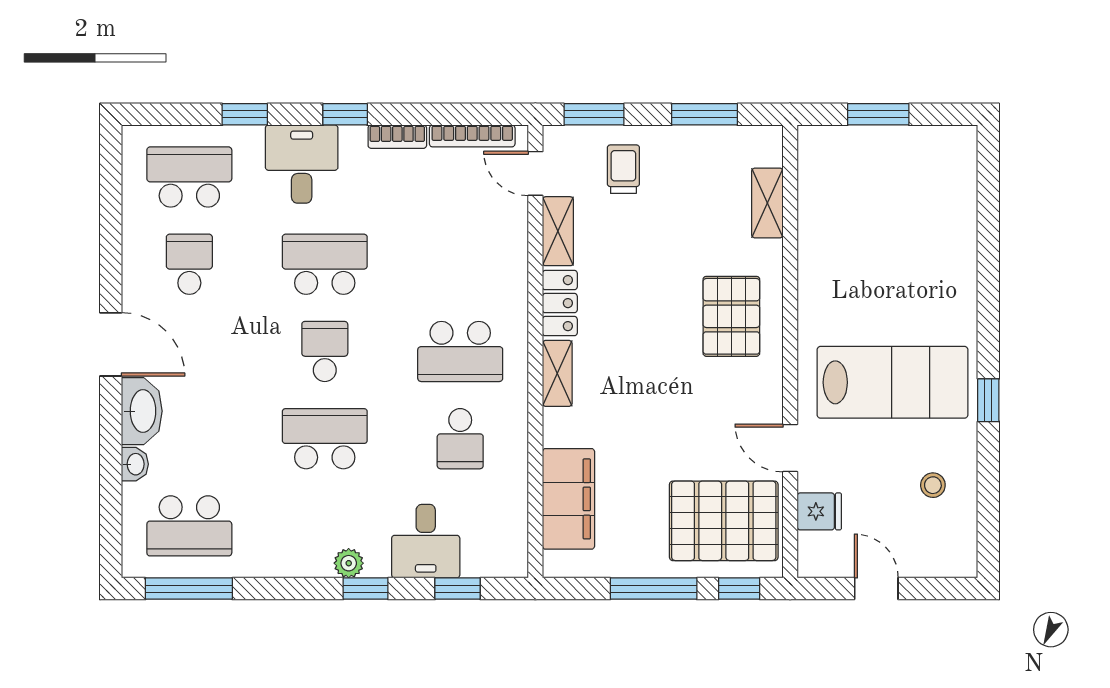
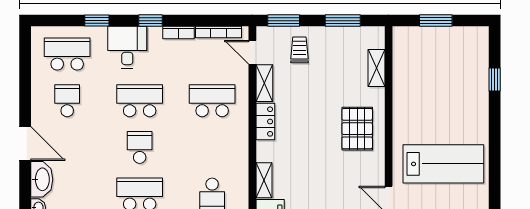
school desk: (460, 351) -> (212, 101), moved, turned 180
shelving: (557, 373) -> (264, 180), moved
window: (988, 400) -> (495, 79), moved

